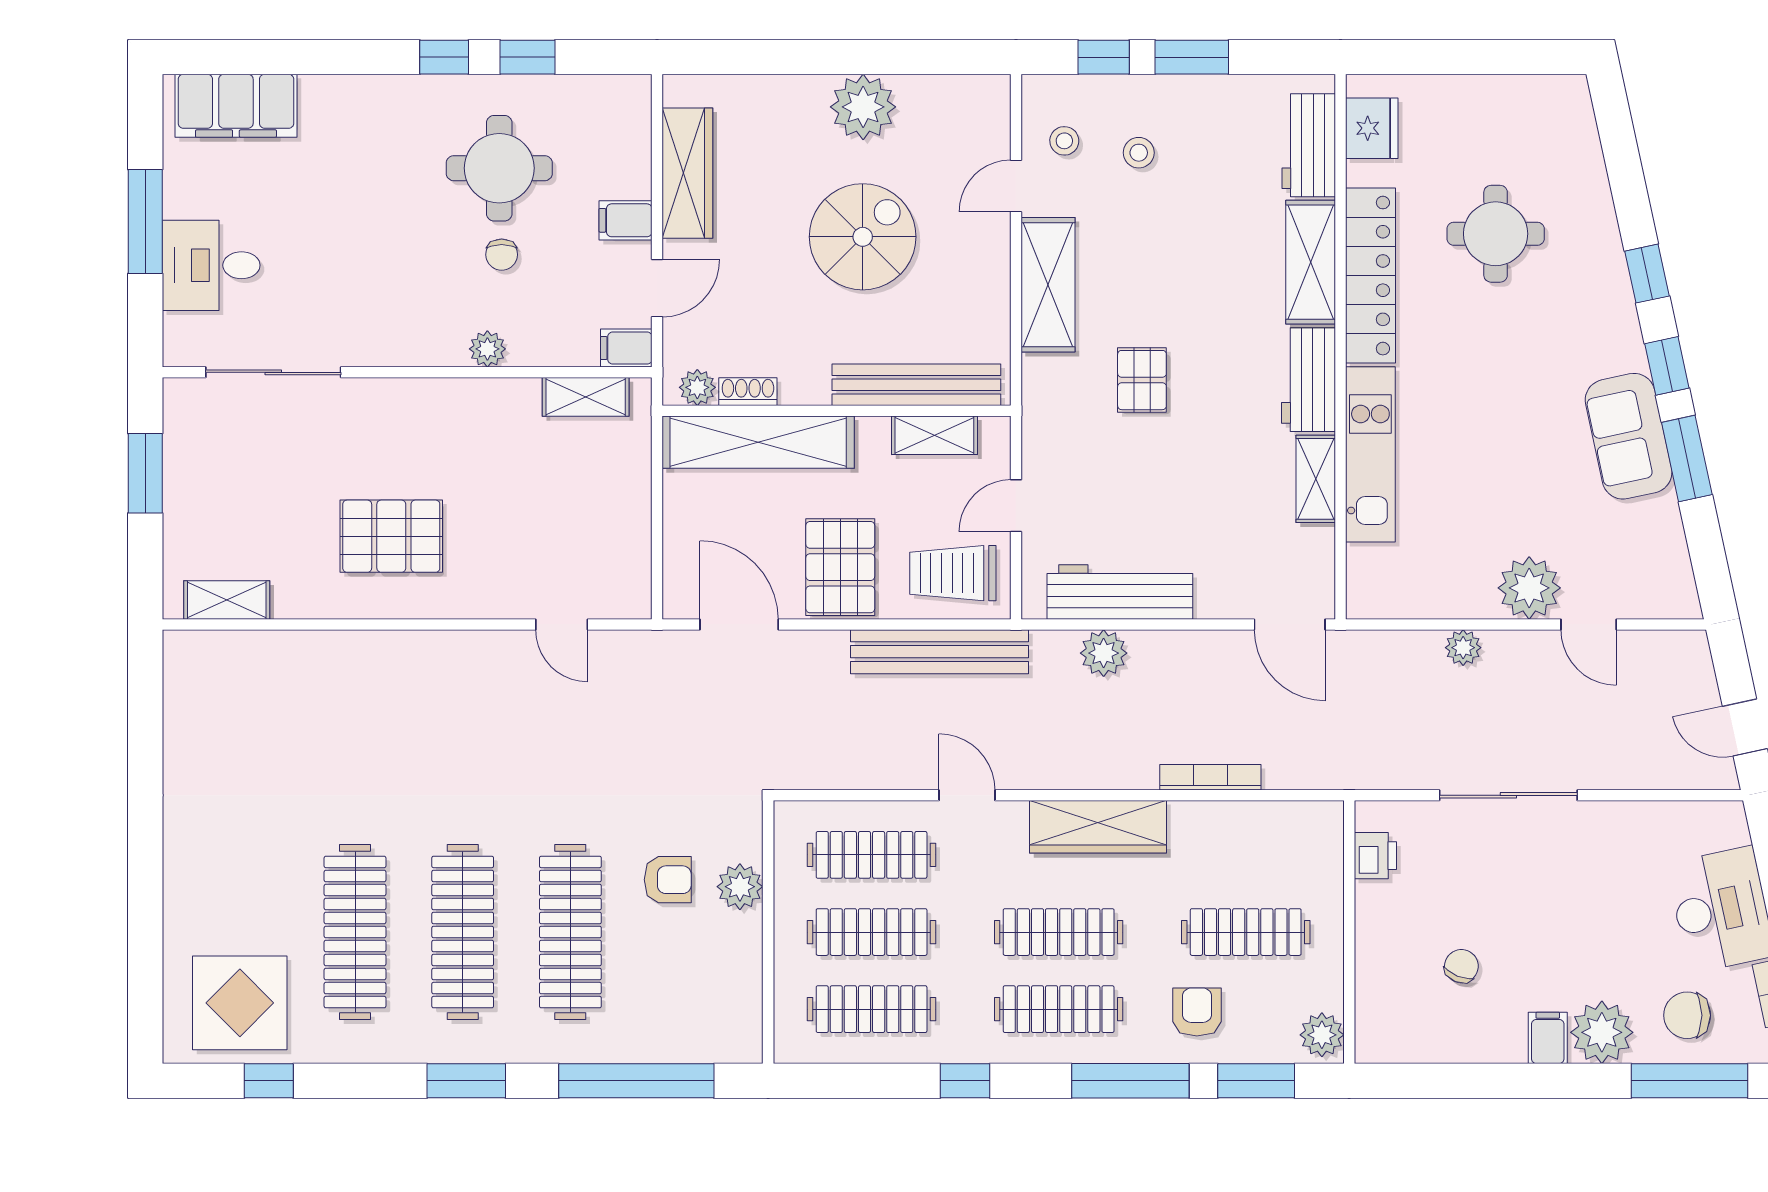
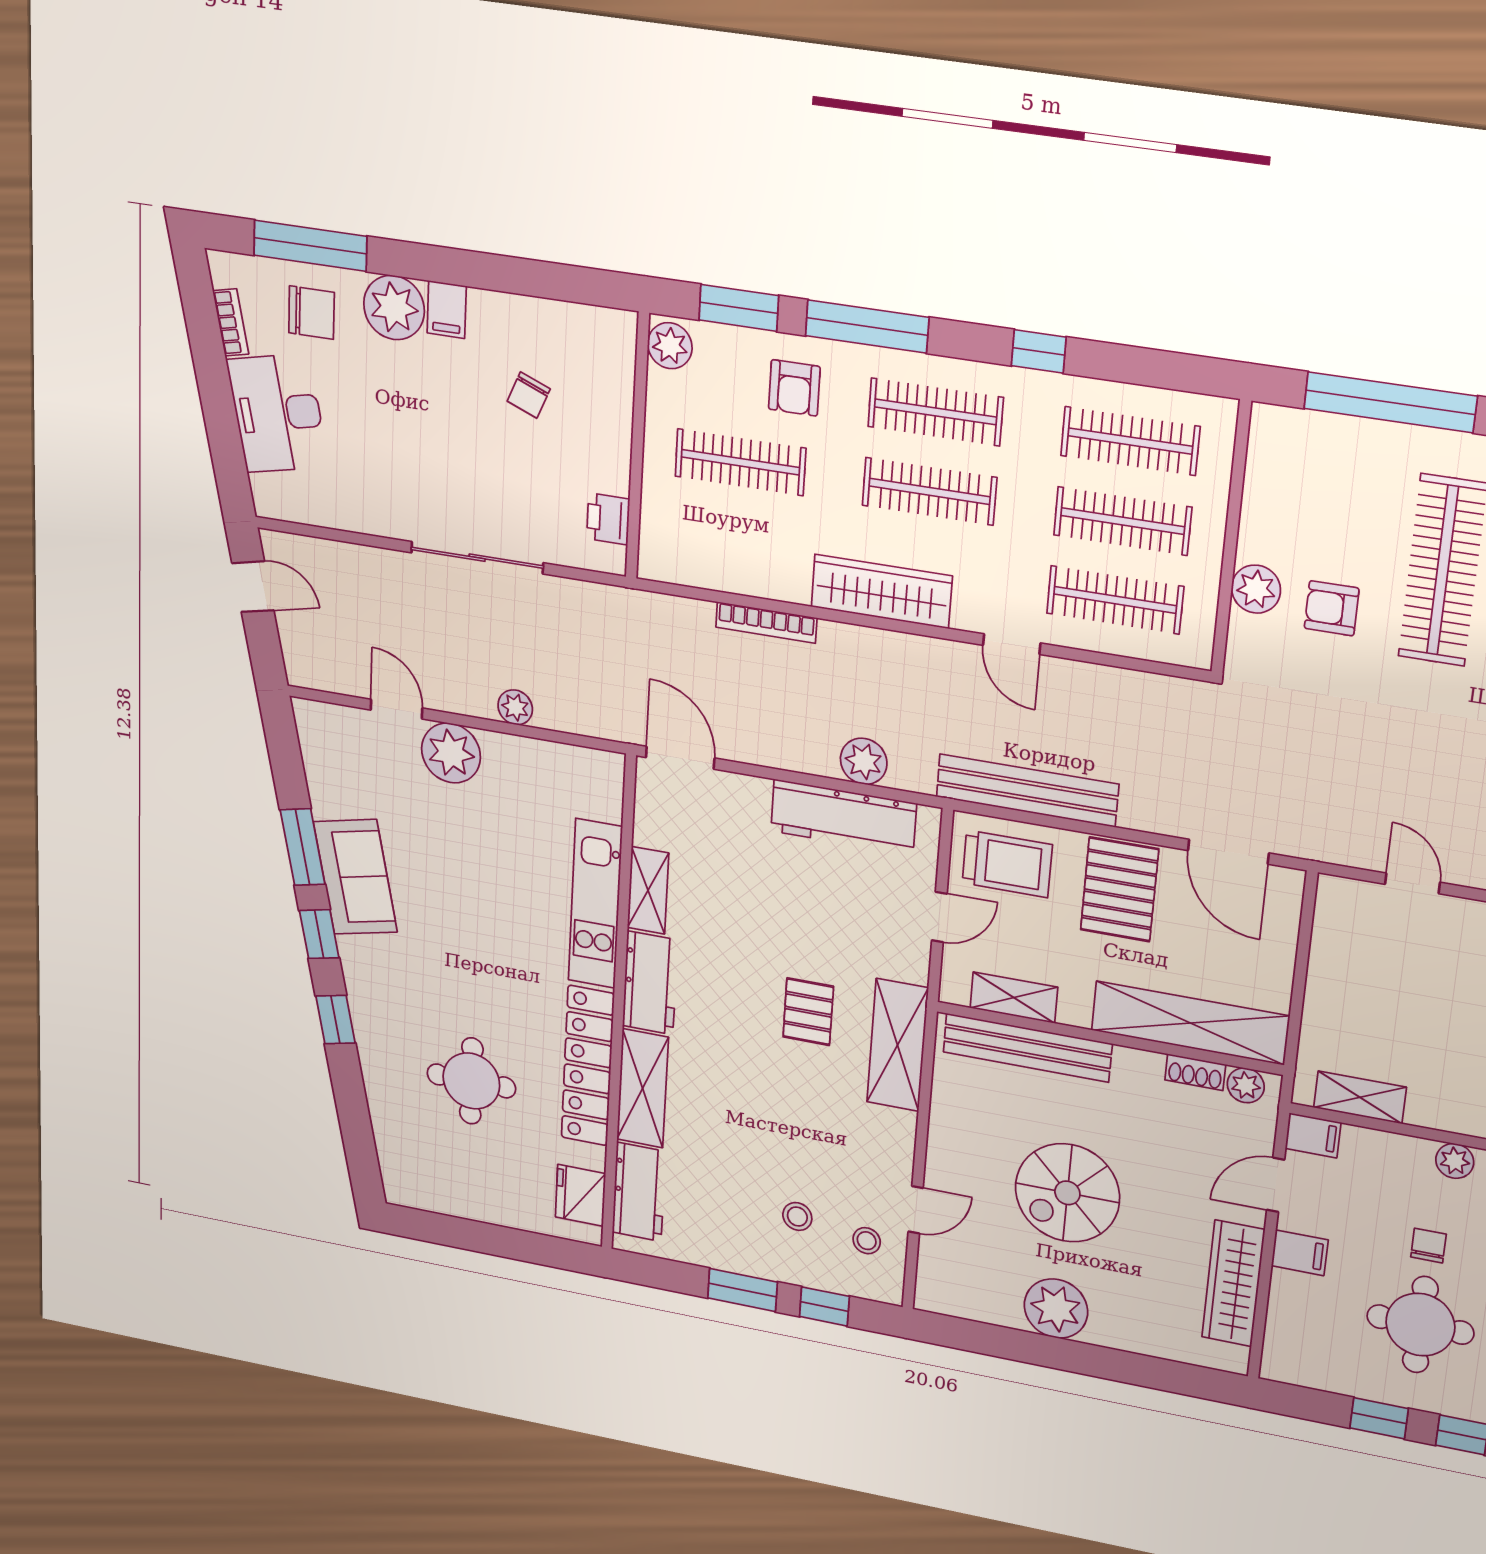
shelving: (1048, 285) -> (897, 1045), moved

